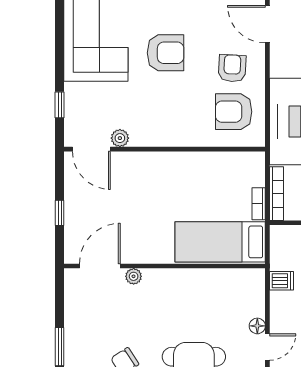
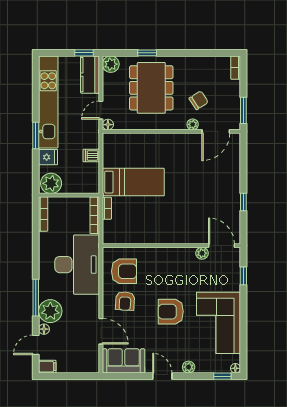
door: (100, 266) -> (216, 131), moved
wall: (165, 266) -> (171, 131), moved
plant: (134, 276) -> (193, 124), moved

